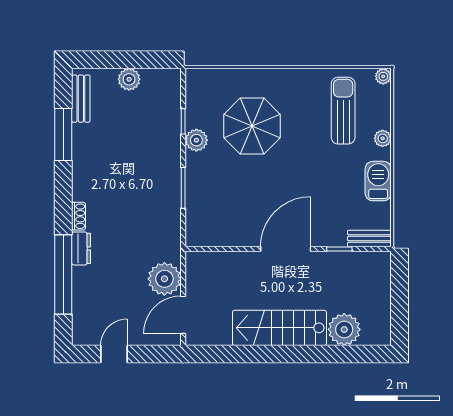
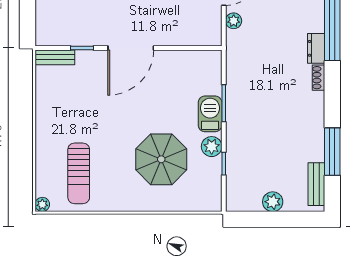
plant: (383, 138) -> (43, 148), removed
barbecue: (378, 181) -> (210, 114), moved, turned 180
plant: (164, 279) -> (234, 21), width x0.53, depth x0.53

